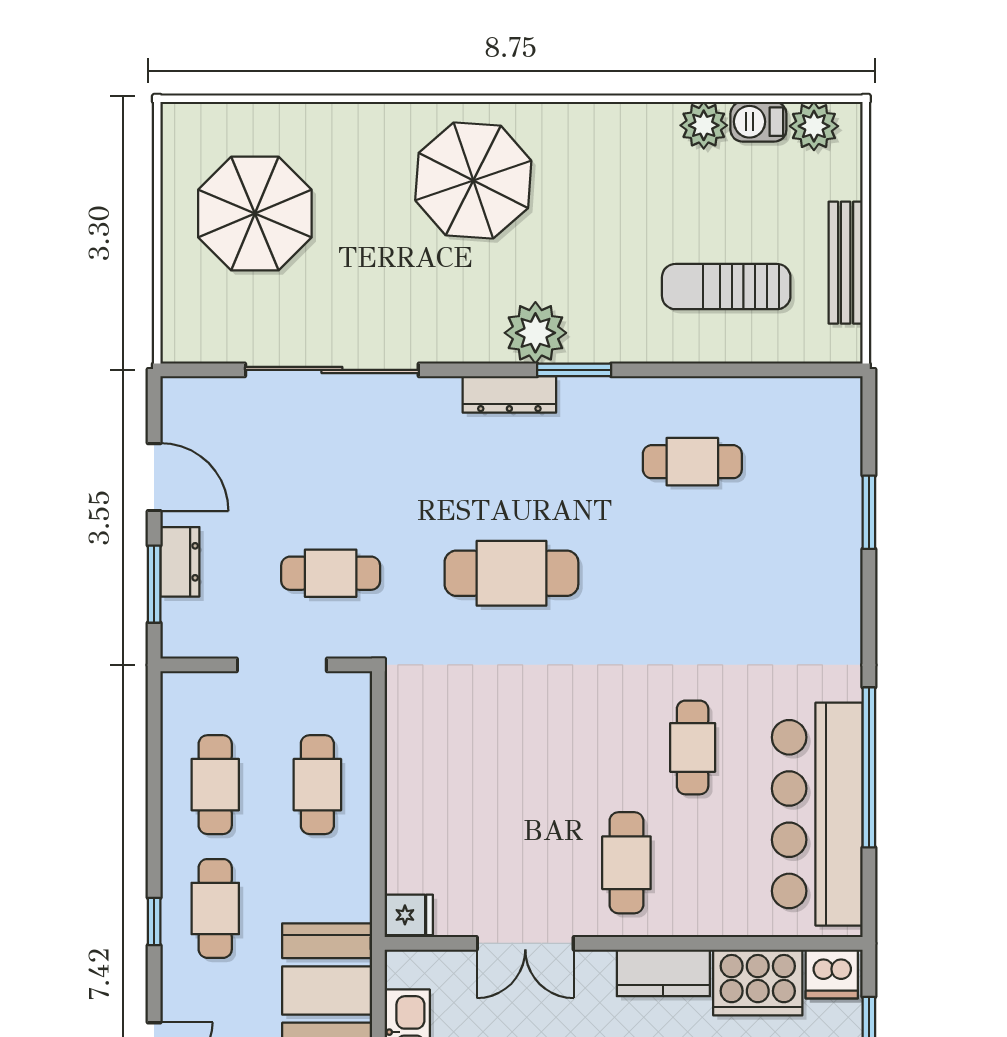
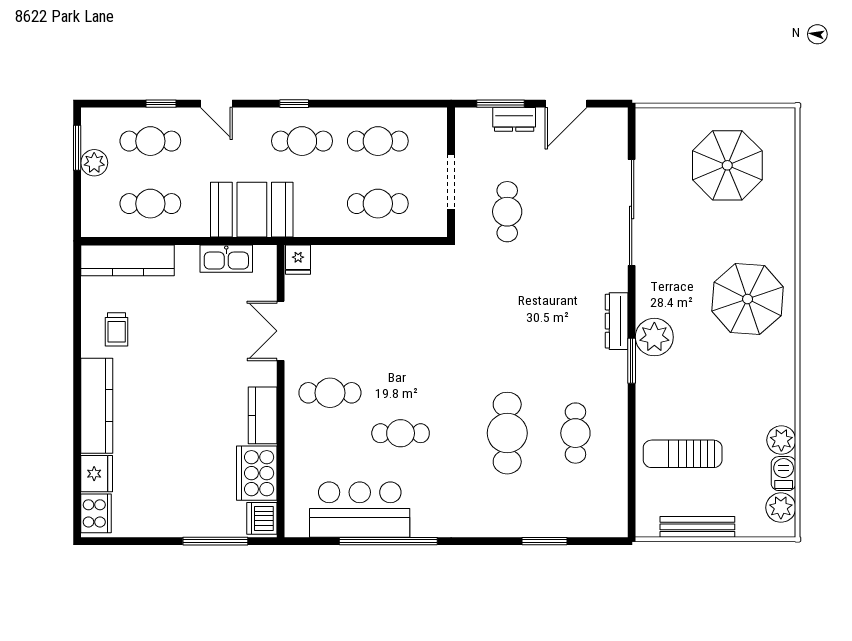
sun lounger: (726, 287) -> (683, 454), turned -90
cafe table: (511, 573) -> (507, 433), moved
bar counter: (817, 814) -> (360, 510), width x0.73

